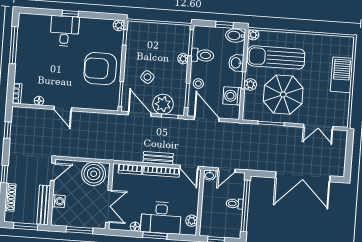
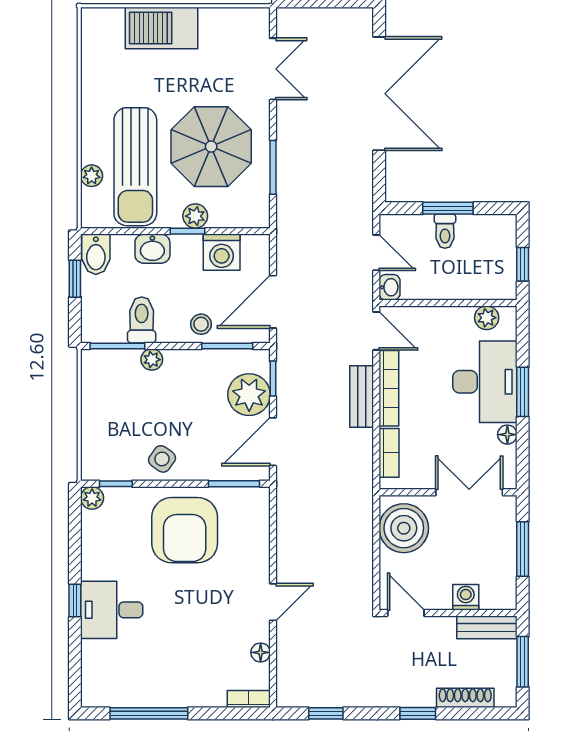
plant: (253, 35) -> (92, 176), moved
side table: (147, 77) -> (162, 459), moved
door: (189, 167) -> (376, 331), hinge flipped
bench: (44, 205) -> (487, 627), width x0.73
window: (245, 206) -> (448, 208), width x0.47

